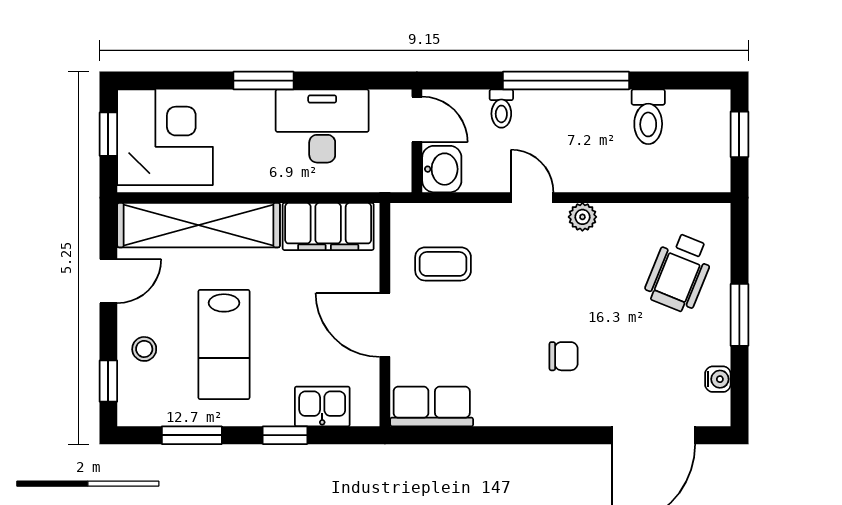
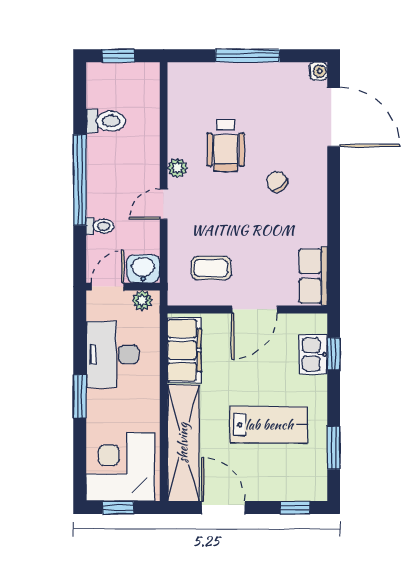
plant: (398, 168) -> (142, 300), added
coffee table: (443, 264) -> (211, 268), turned 90
wheelchair: (679, 272) -> (226, 145), moved, turned 68
door: (108, 281) -> (223, 507), width x1.38
window: (739, 315) -> (248, 56), width x1.44
stool: (144, 349) -> (272, 482), removed
chair: (564, 356) -> (277, 182), turned -38
water cooler: (718, 379) -> (318, 71), moved, turned 90
window: (285, 435) -> (334, 354), moved

